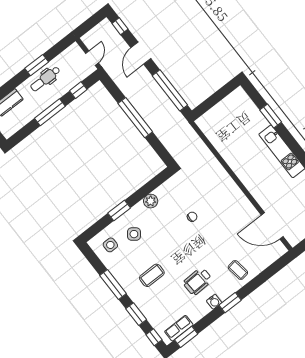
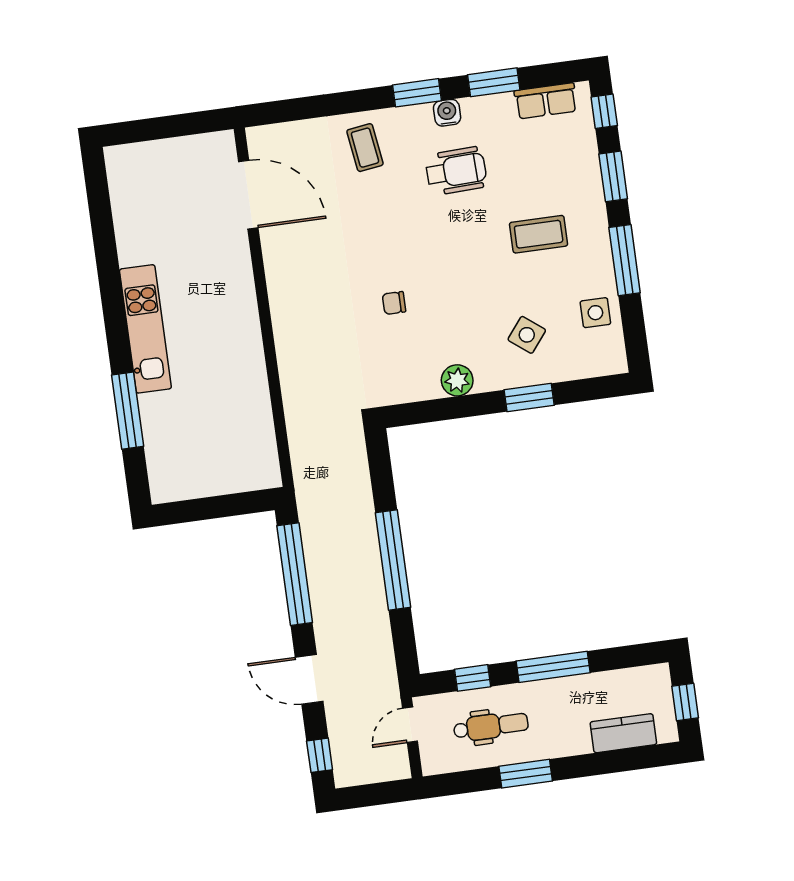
door: (141, 53) -> (309, 679), swing flipped
dental chair: (45, 79) -> (491, 726), moved
window: (271, 116) -> (128, 411), width x1.44
side table: (110, 245) -> (595, 313), moved
window: (186, 337) -> (494, 82), moved

